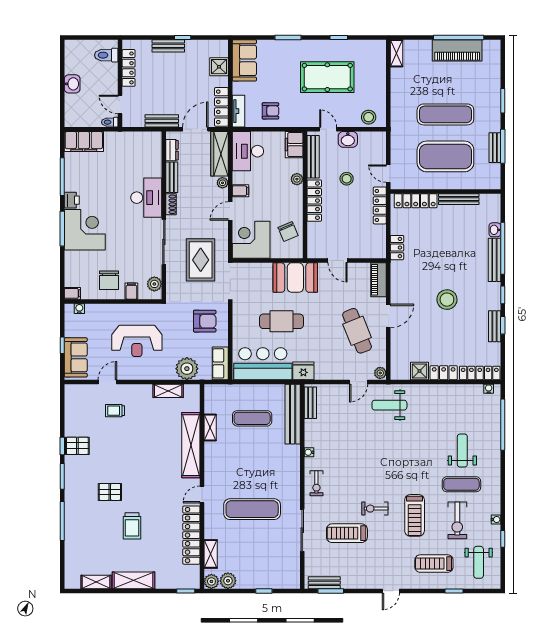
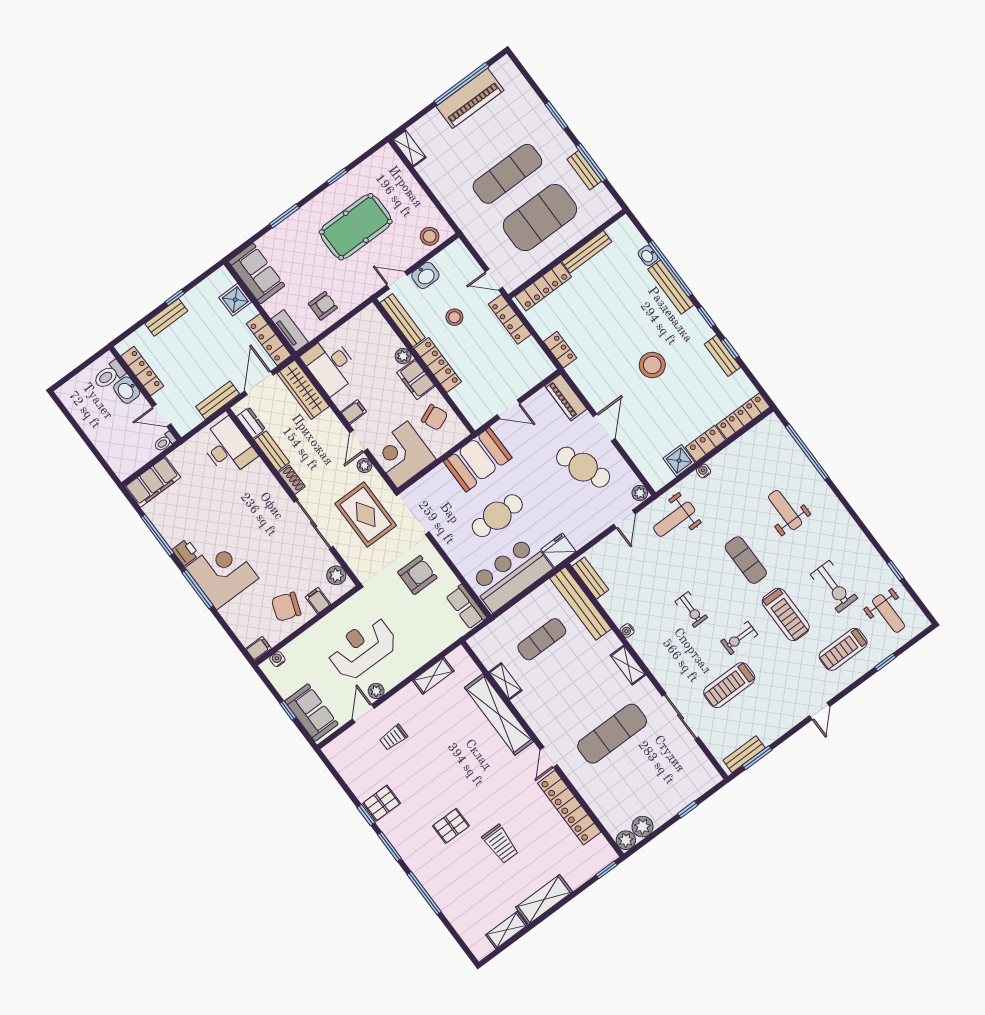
washbasin: (72, 84) -> (127, 390), moved, turned 180
filing cabinet: (294, 145) -> (416, 379), moved
plant: (222, 183) -> (364, 465), moved
desk: (146, 198) -> (228, 447), moved
chair: (109, 280) -> (286, 607), turned 110
reception desk: (137, 341) -> (362, 648), turned 180
plant: (187, 369) -> (376, 691), moved, width x0.53, depth x0.53
water cooler: (489, 389) -> (703, 471), moved
exercise bike: (316, 483) -> (691, 610), moved
exercise mat: (461, 484) -> (746, 560), moved, turned 90
water cooler: (496, 519) -> (873, 556), removed
shelving: (211, 554) -> (628, 665), moved

